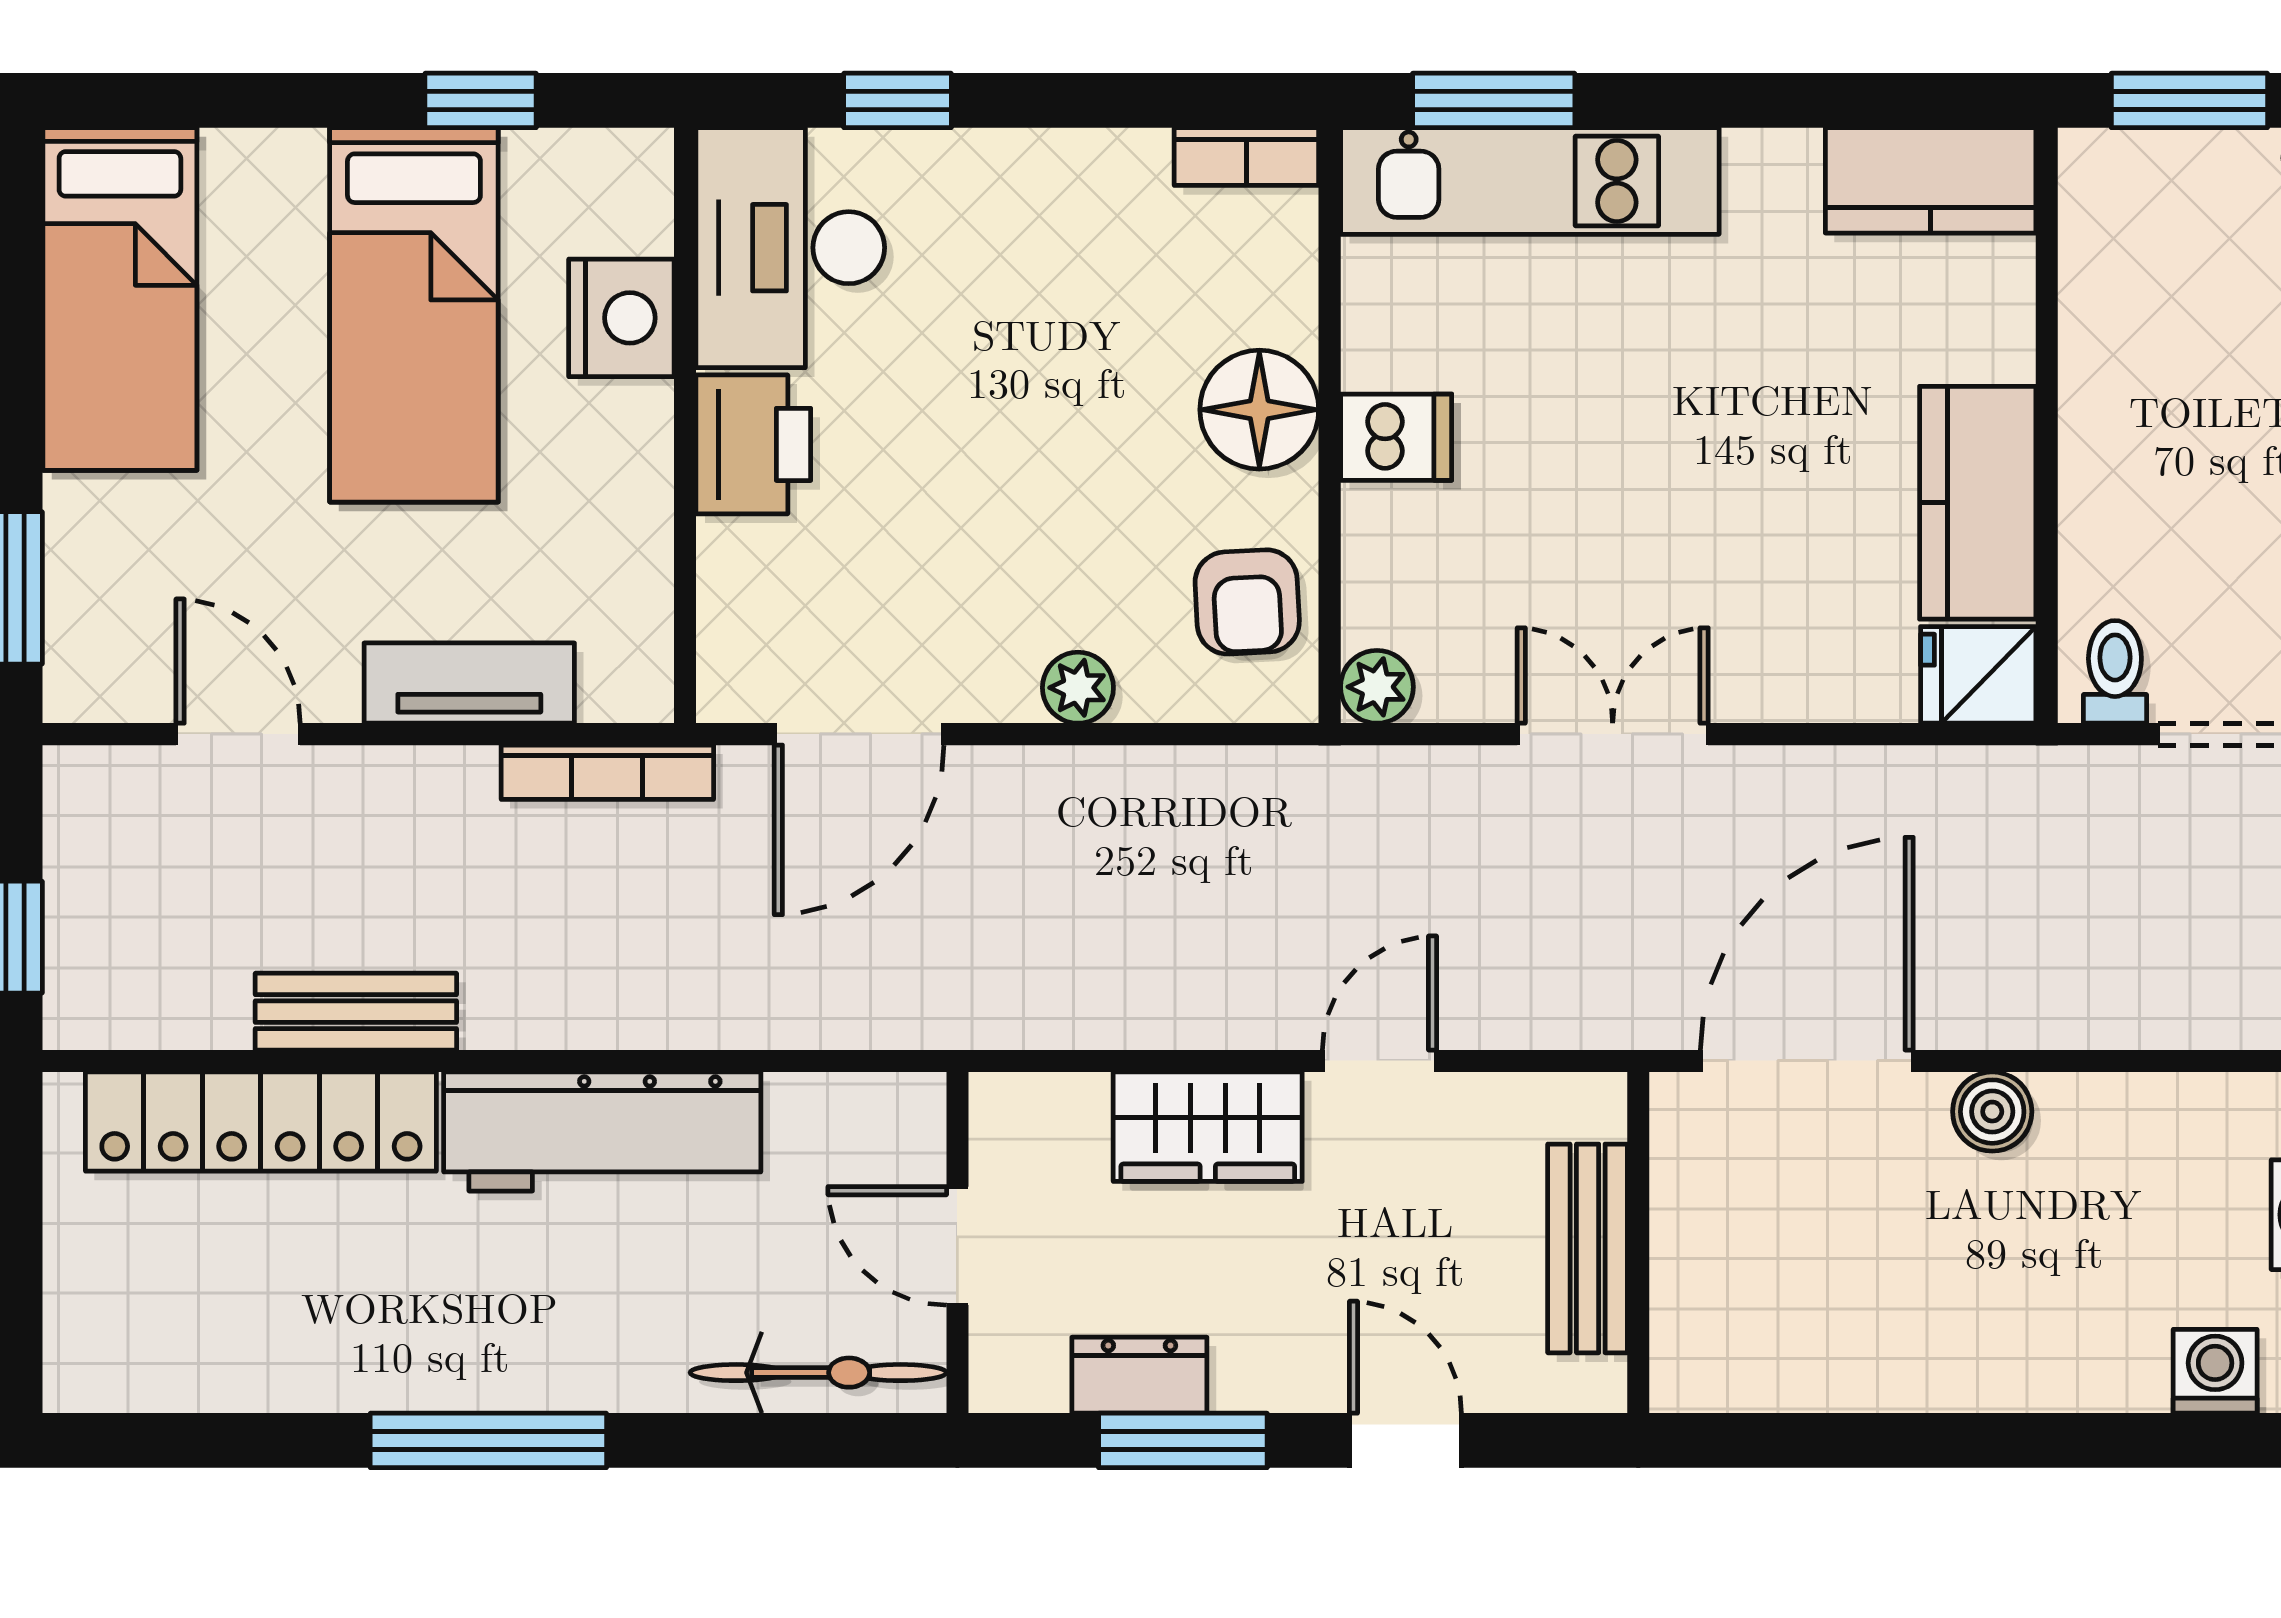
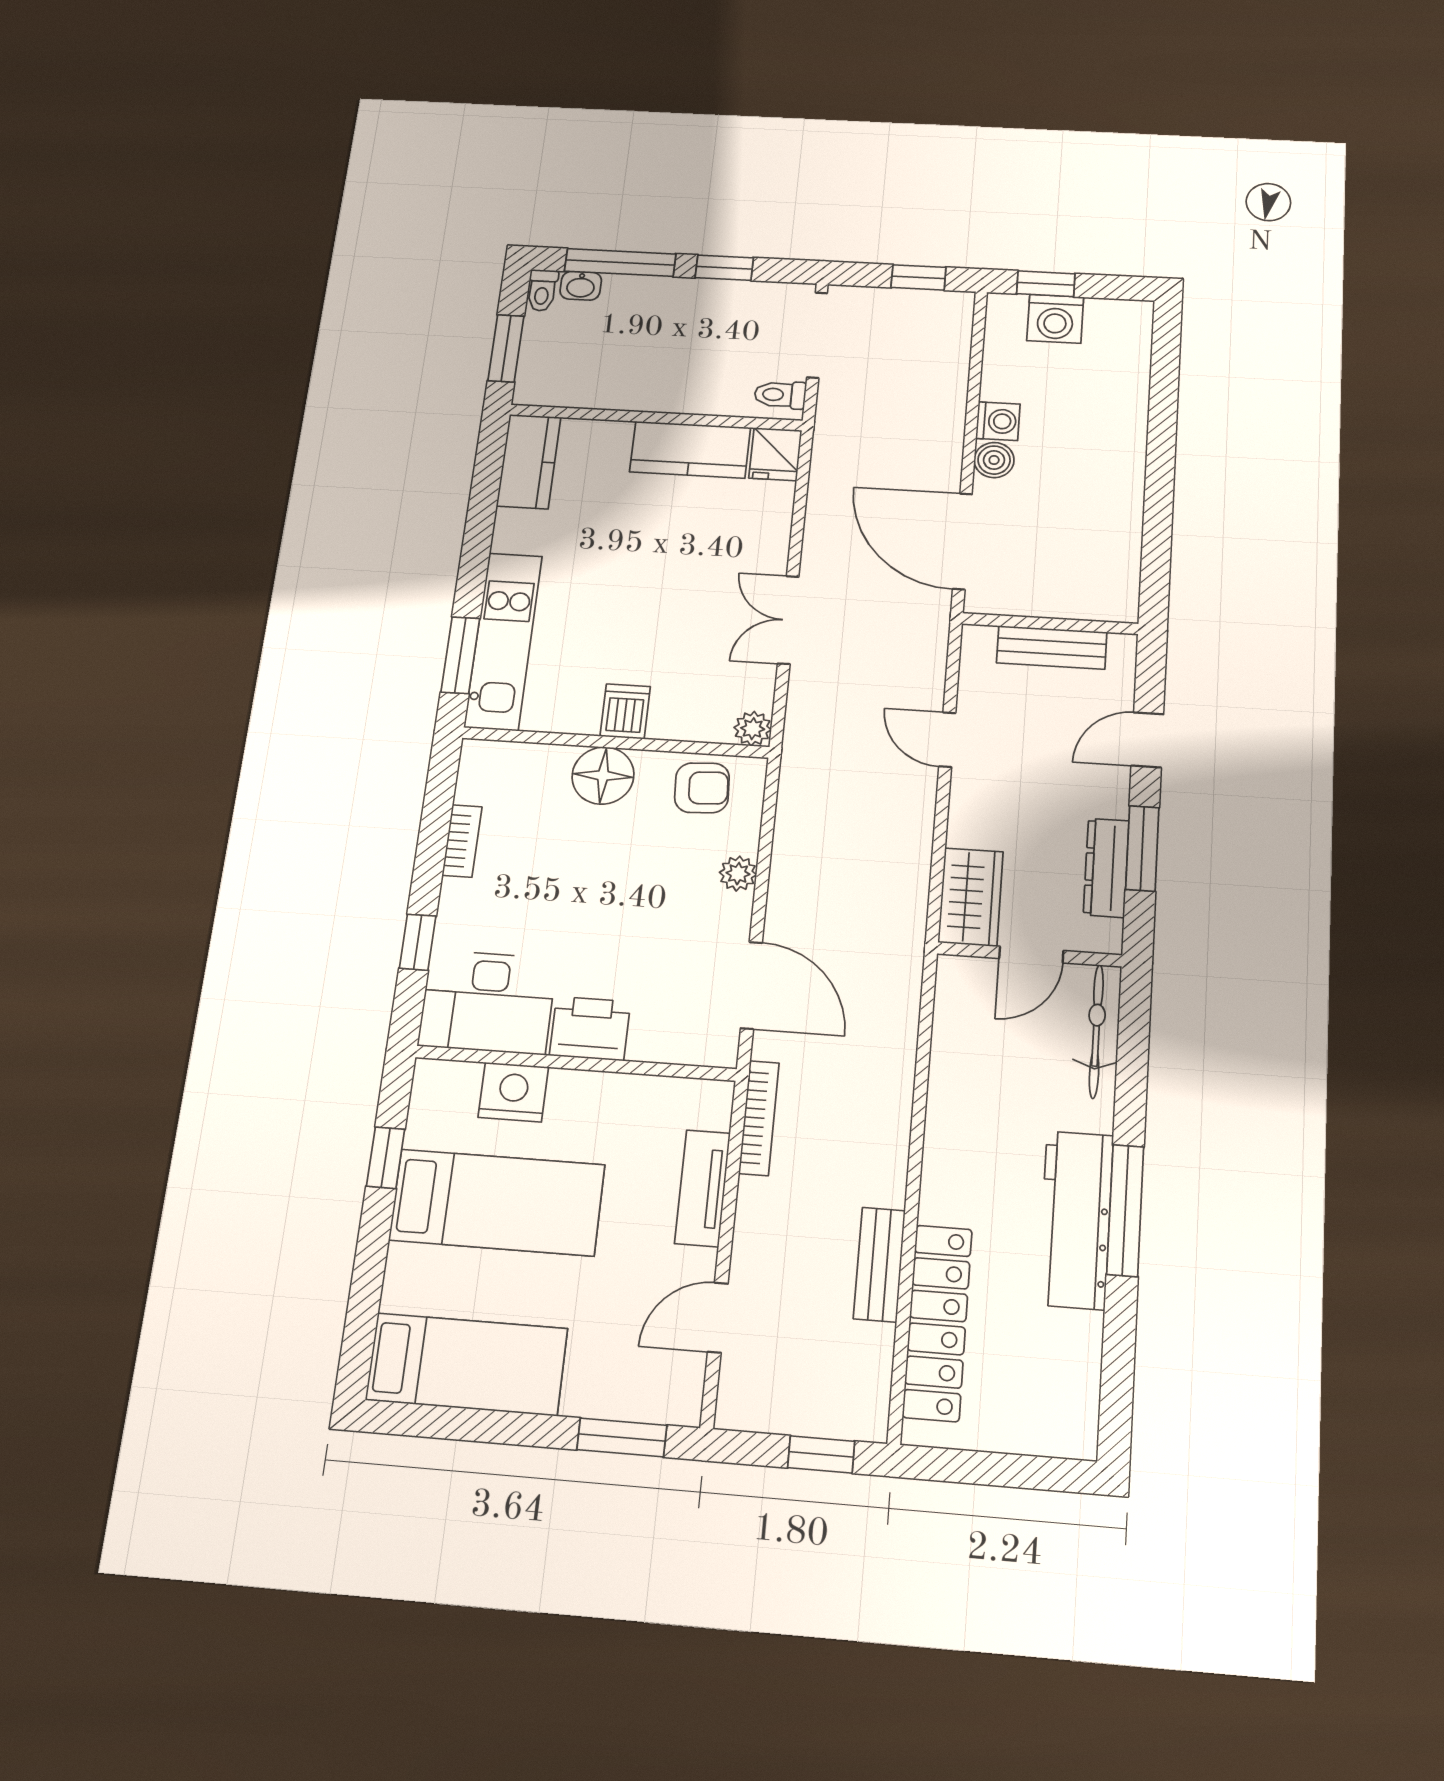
bookcase: (1246, 157) -> (462, 841), moved
wardrobe: (1208, 1127) -> (971, 897), moved
workbench: (602, 1131) -> (1076, 1220), moved, turned 180
washing machine: (2215, 1371) -> (998, 421), moved, turned 180
dresser: (1139, 1375) -> (1106, 868), width x1.44

